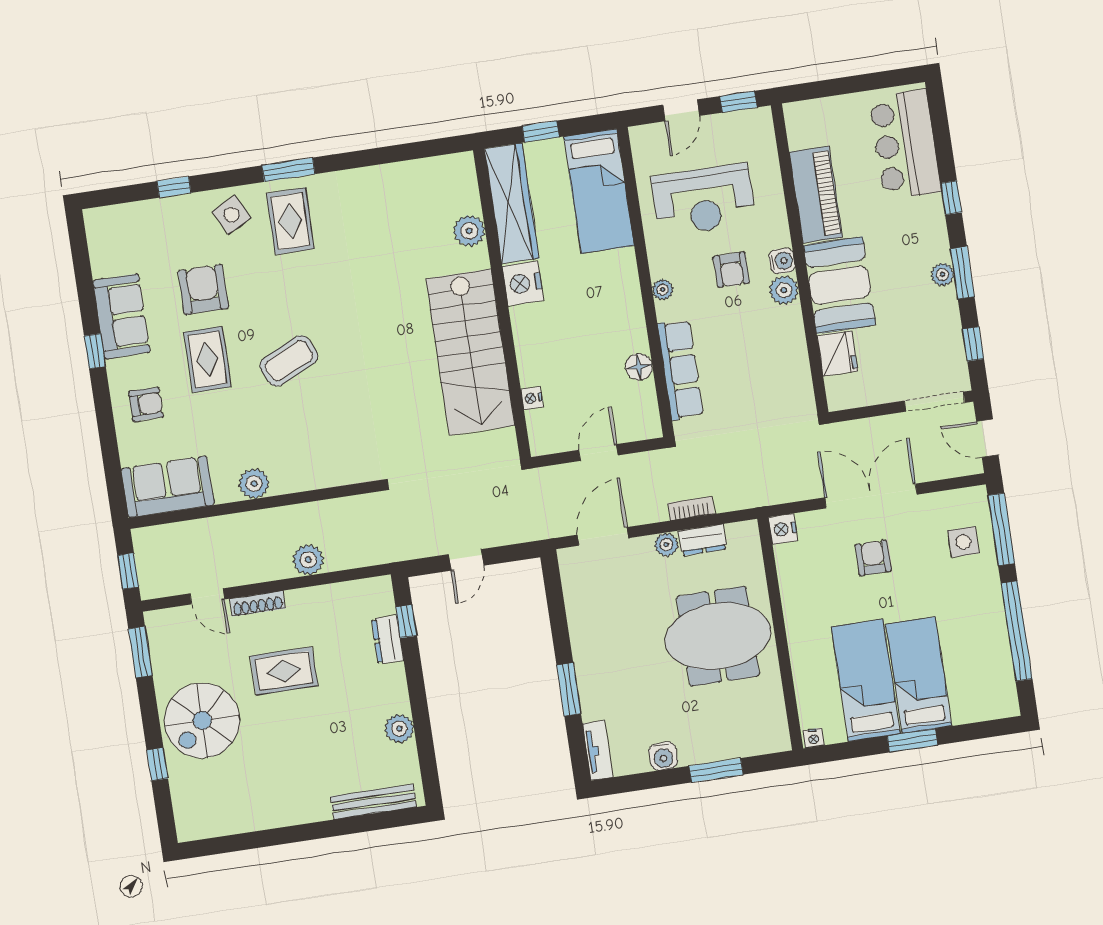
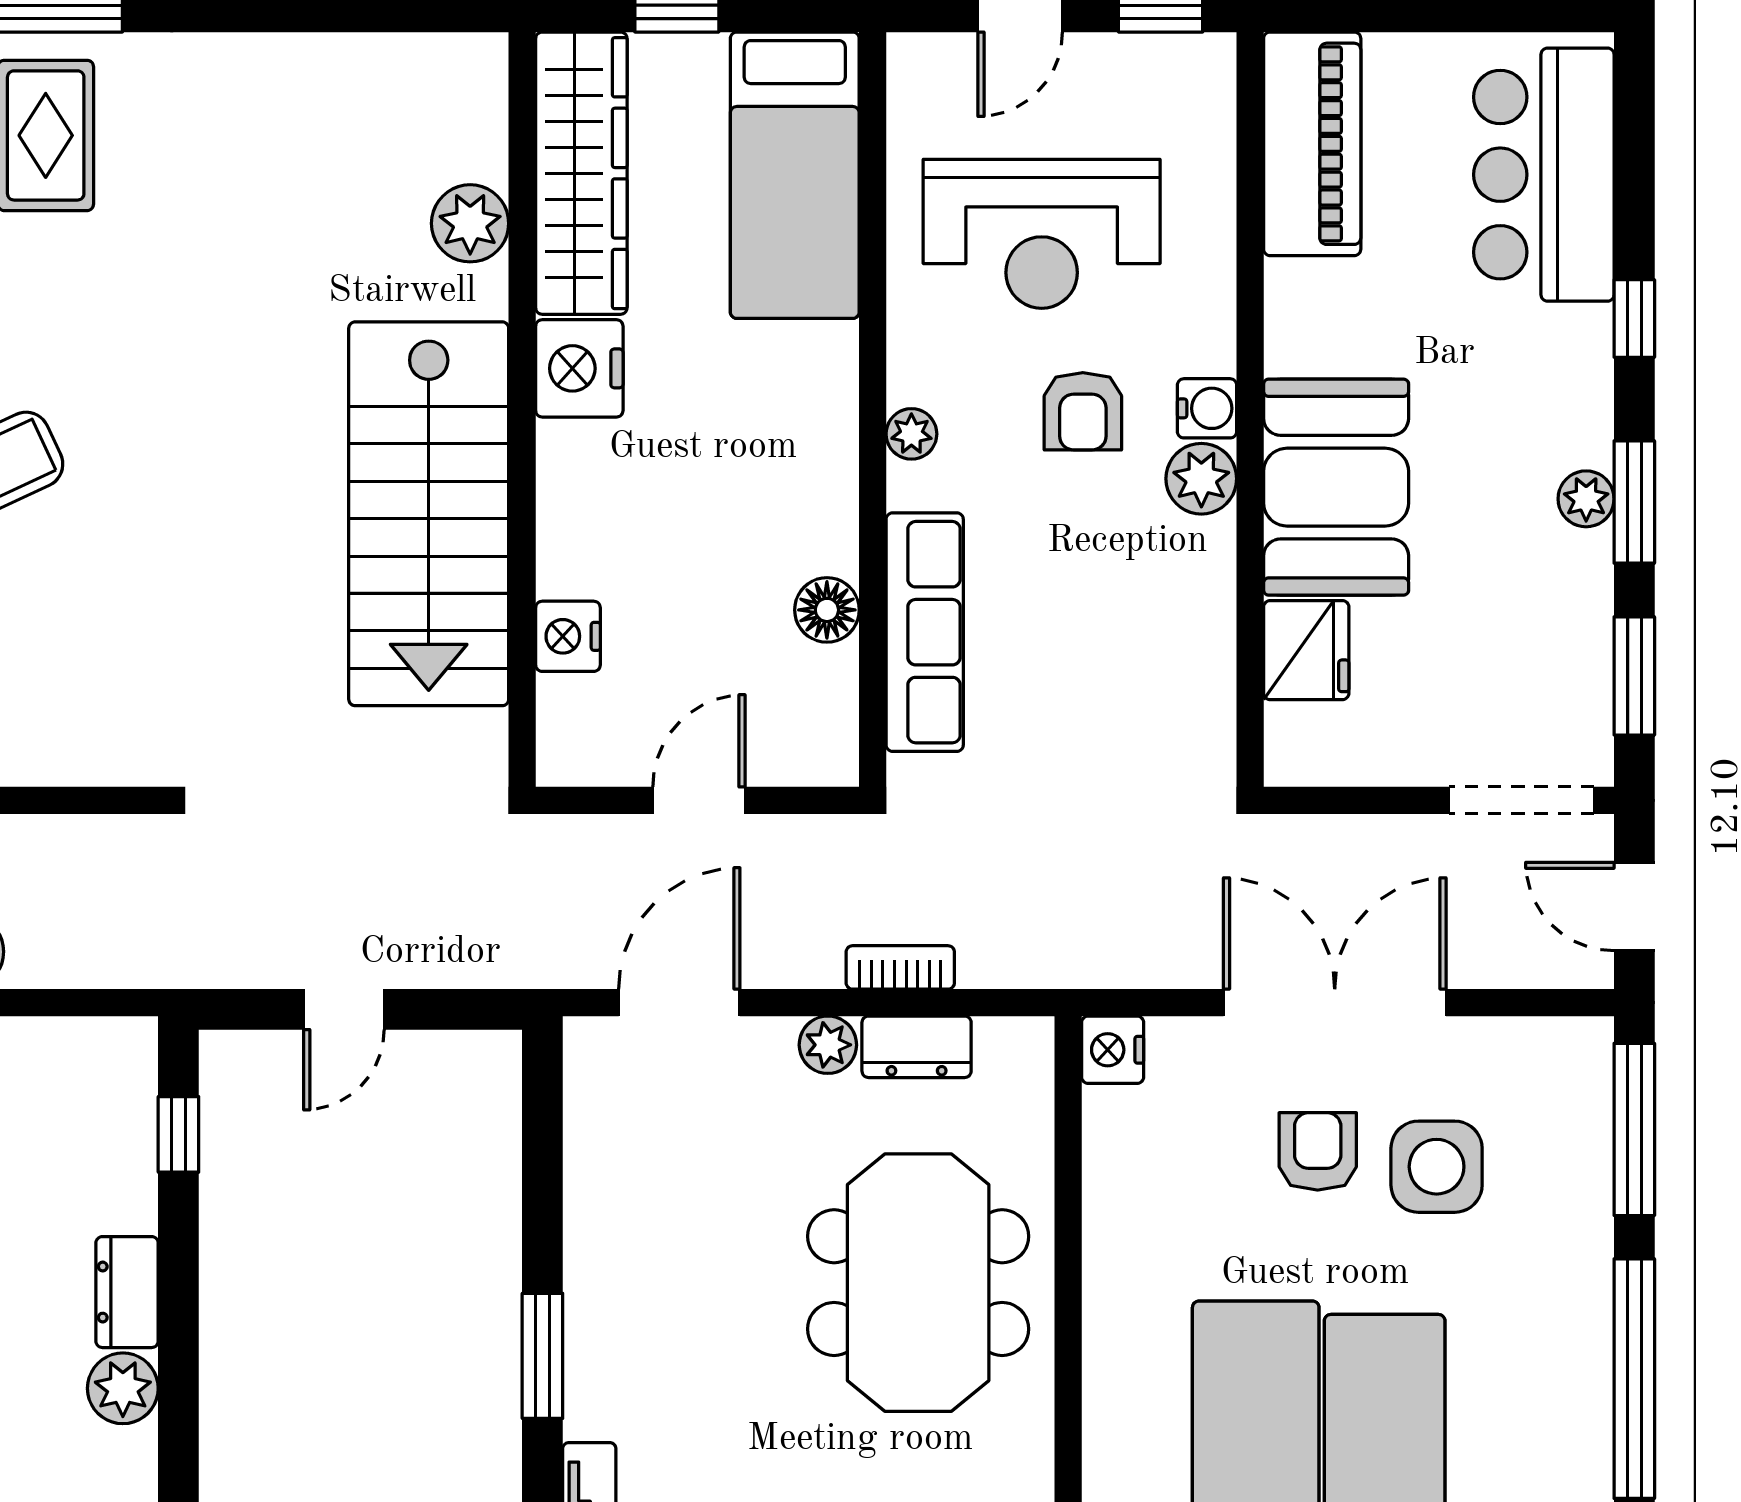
piano: (816, 195) -> (1312, 144), moved
window: (973, 344) -> (1634, 676), width x1.50
nightstand: (532, 398) -> (568, 636), width x1.39, depth x1.35
side table: (963, 542) -> (1437, 1167), moved, width x1.37, depth x1.37
meeting table: (718, 636) -> (918, 1283), turned 90
dresser: (388, 640) -> (127, 1292), moved

